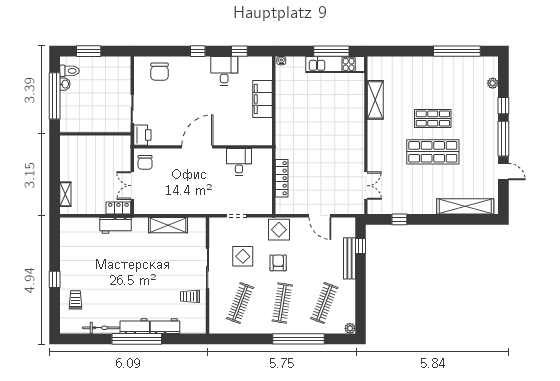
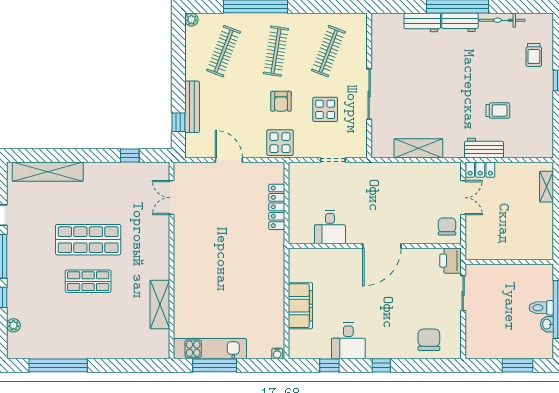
toilet: (69, 71) -> (541, 308), moved
trolley: (190, 296) -> (498, 111), moved

